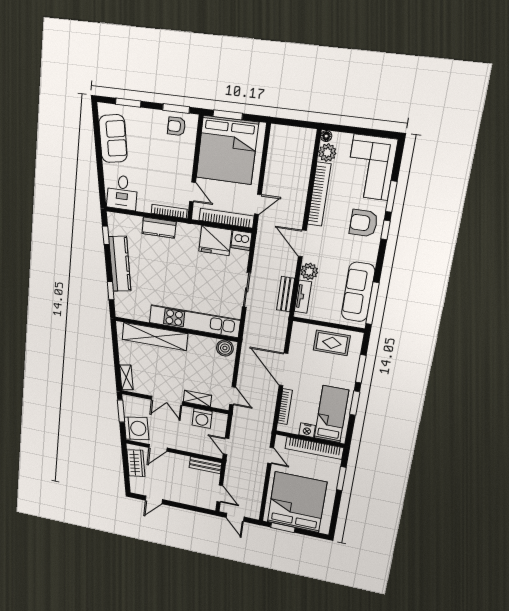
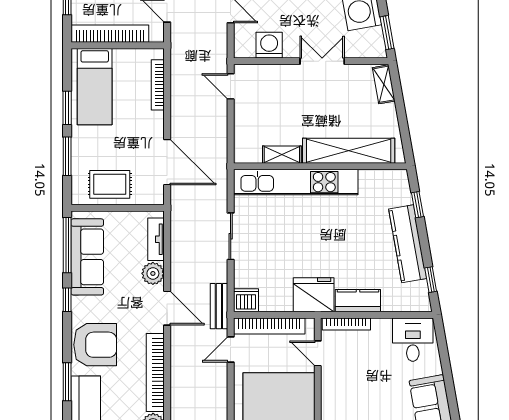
armchair: (363, 223) -> (95, 345), width x1.36, depth x1.36
window: (385, 230) -> (67, 300), moved
fridge: (215, 241) -> (314, 295), moved
bench: (286, 294) -> (219, 306), moved
boiler: (225, 348) -> (250, 152), removed
door: (283, 369) -> (167, 162), moved
shelving: (197, 399) -> (282, 155), moved
nightstand: (307, 430) -> (123, 57), removed

